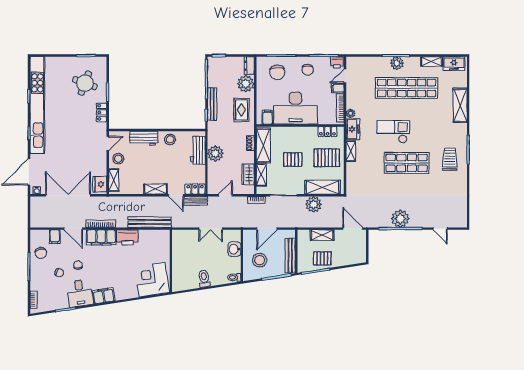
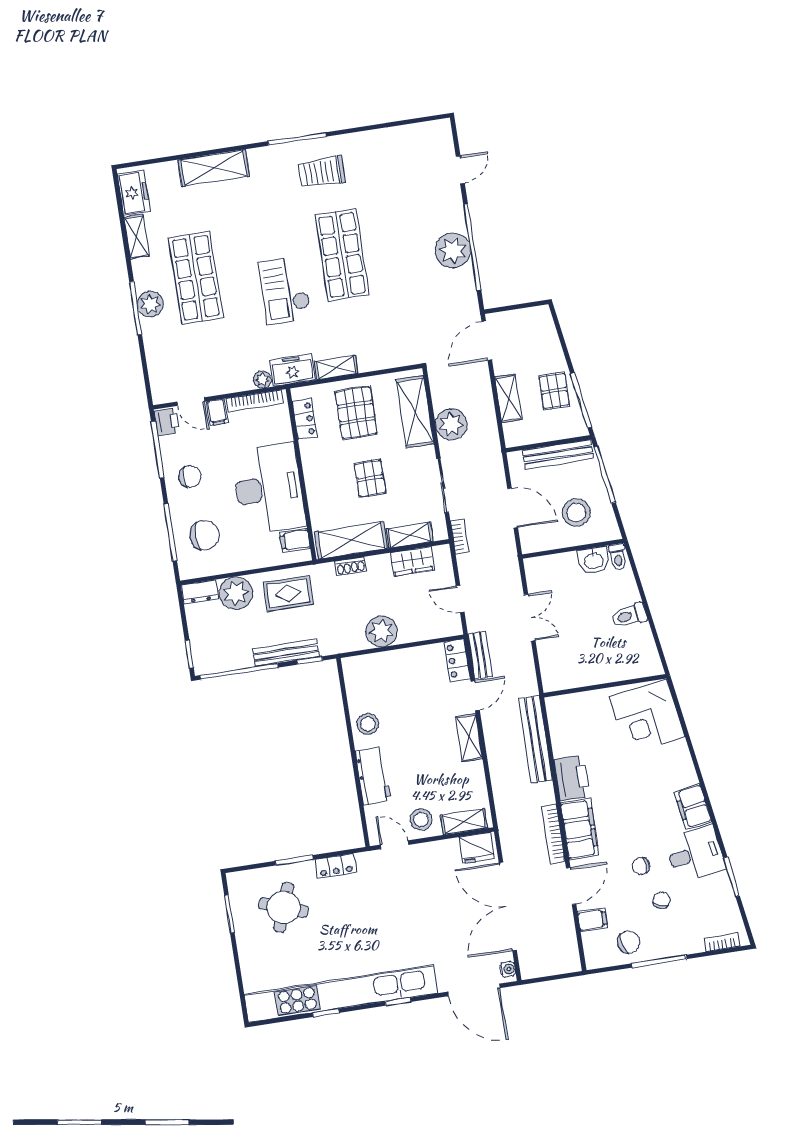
shop shelf: (407, 88) -> (196, 278), width x0.71
workbench: (198, 150) -> (380, 666), removed
washbasin: (234, 249) -> (594, 560), moved

